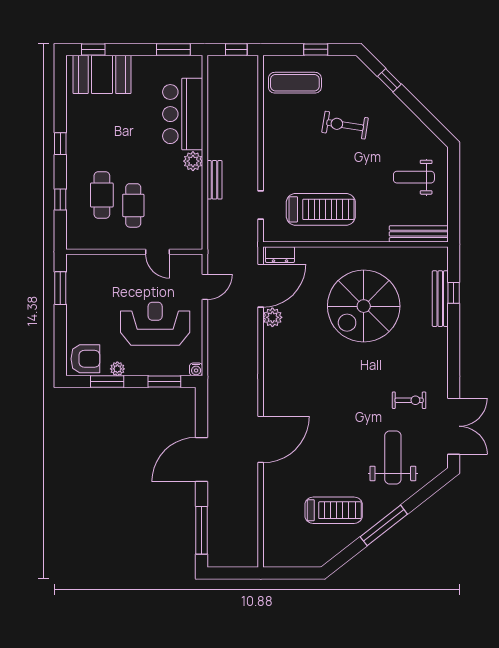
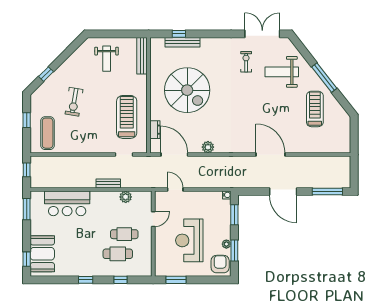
plant: (193, 161) -> (126, 197), moved
dresser: (280, 255) -> (155, 130), moved
plant: (272, 317) -> (208, 147), moved
reception desk: (155, 324) -> (189, 240), moved

